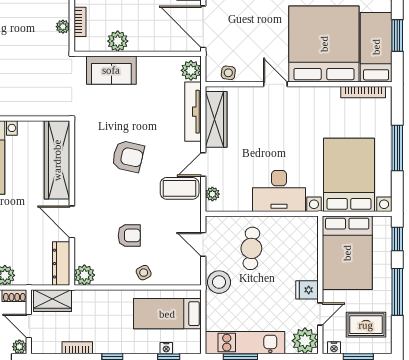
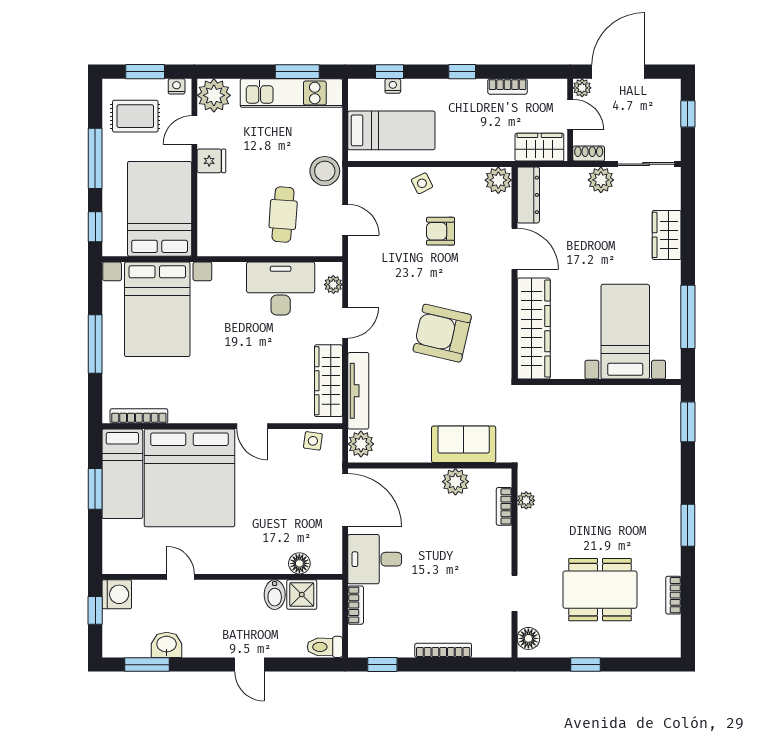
armchair: (128, 156) -> (442, 333), width x1.36, depth x1.36
coffee table: (180, 188) -> (376, 292), removed
desk: (279, 191) -> (281, 289), moved

